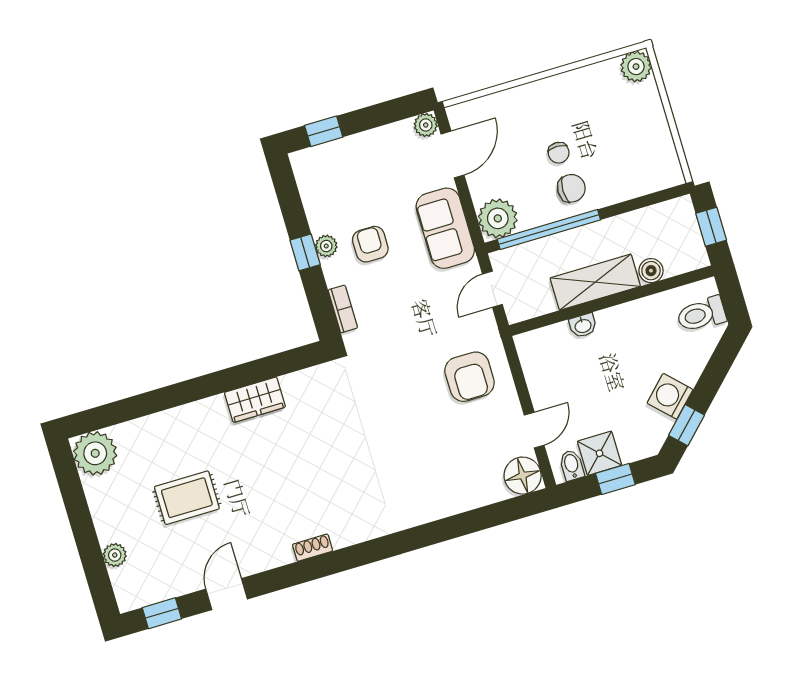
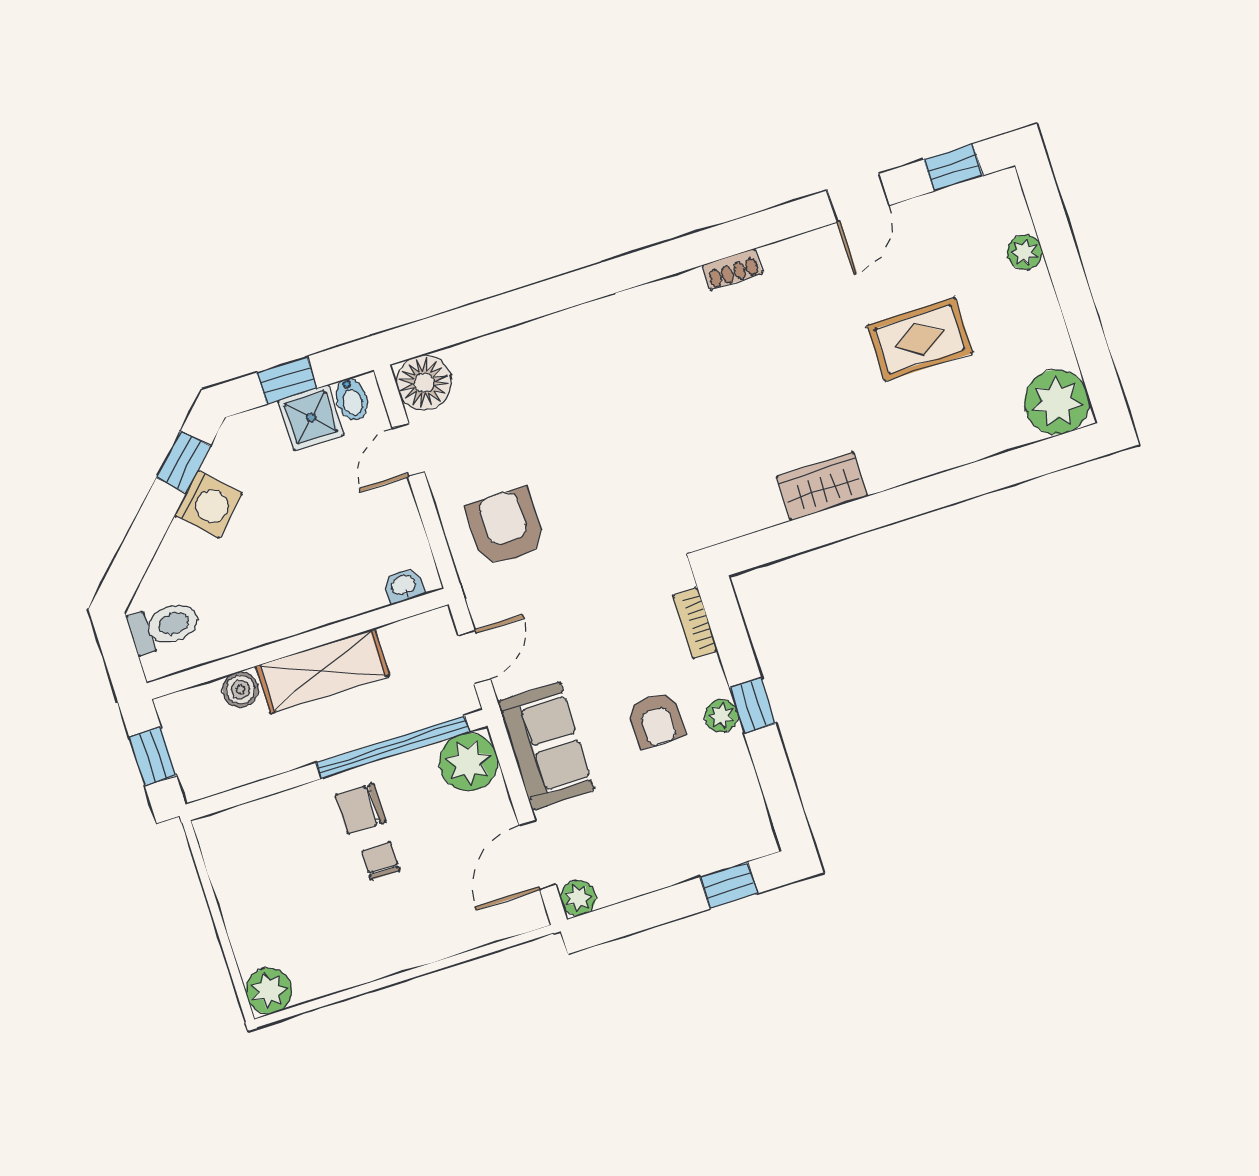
washbasin: (583, 326) -> (404, 586), moved

